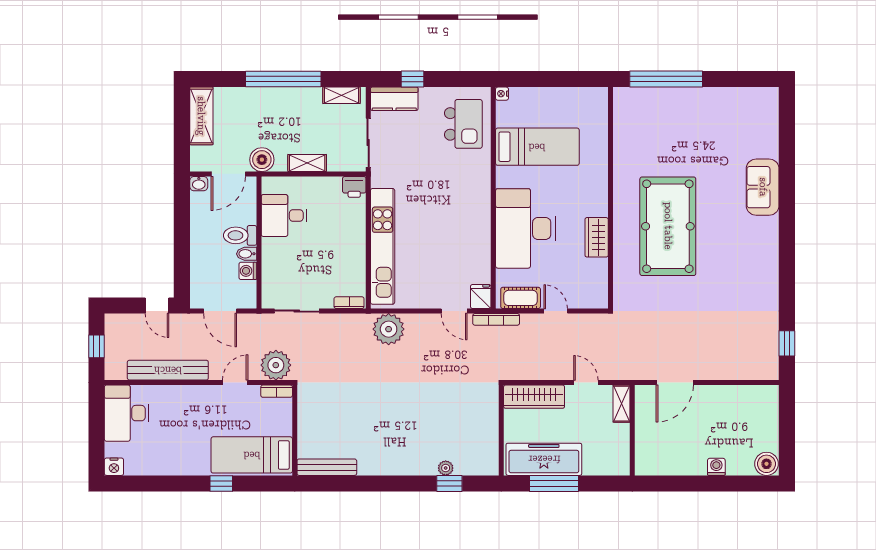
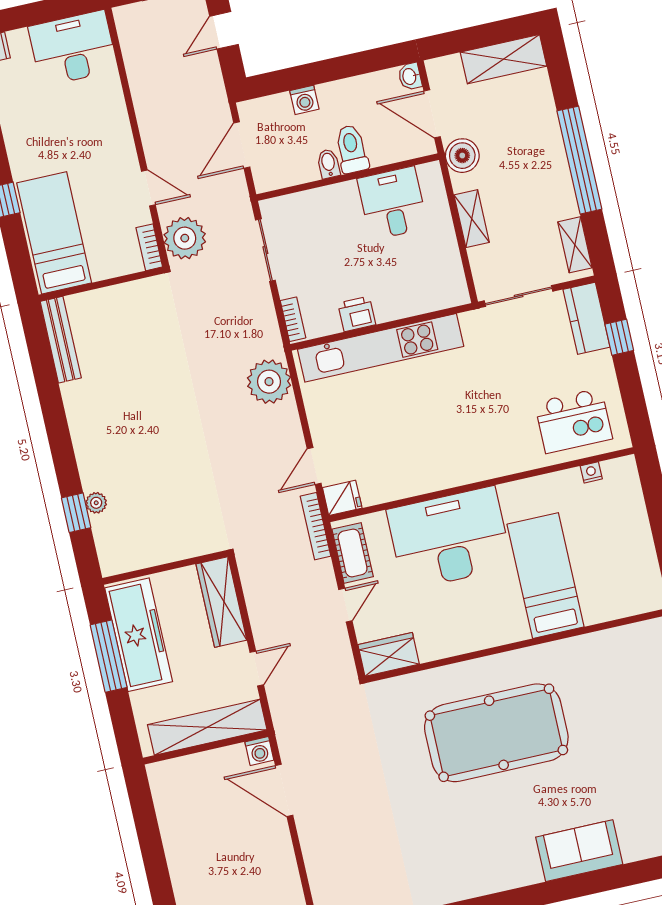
nightstand: (502, 94) -> (591, 472), moved
bed: (537, 147) -> (546, 576), moved, turned 180
printer: (354, 187) -> (357, 314), moved, turned 90
wardrobe: (597, 237) -> (389, 654), moved
washing machine: (248, 271) -> (304, 100), moved, turned 180
door: (157, 305) -> (224, 30), moved
bench: (168, 370) -> (145, 92), removed
shelving: (622, 404) -> (207, 727), width x2.20, depth x1.33
washing machine: (716, 467) -> (259, 751), moved, turned 90

